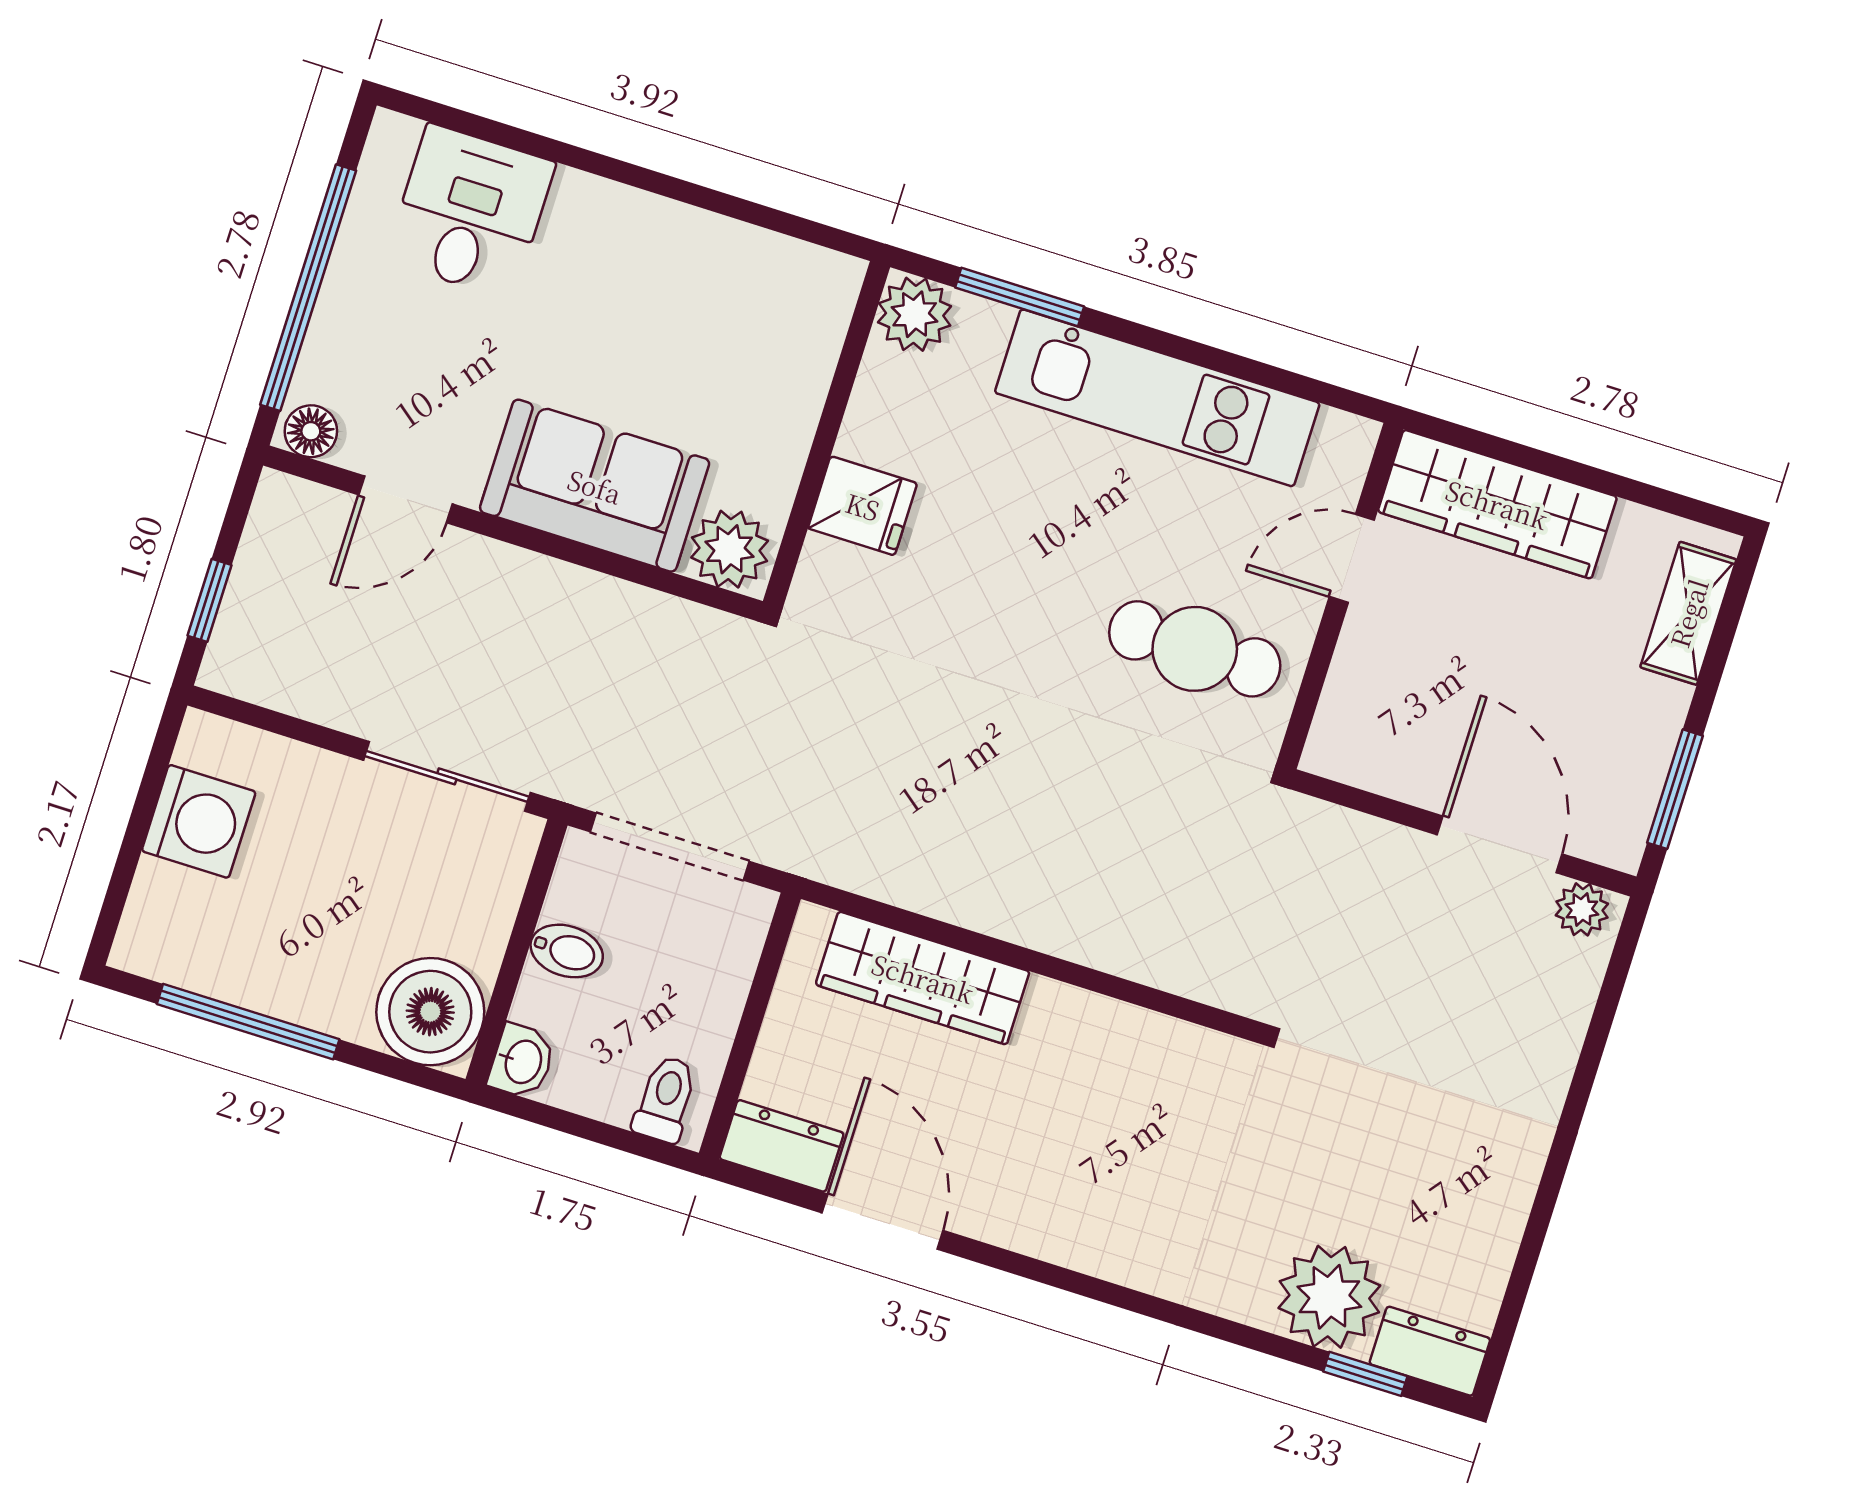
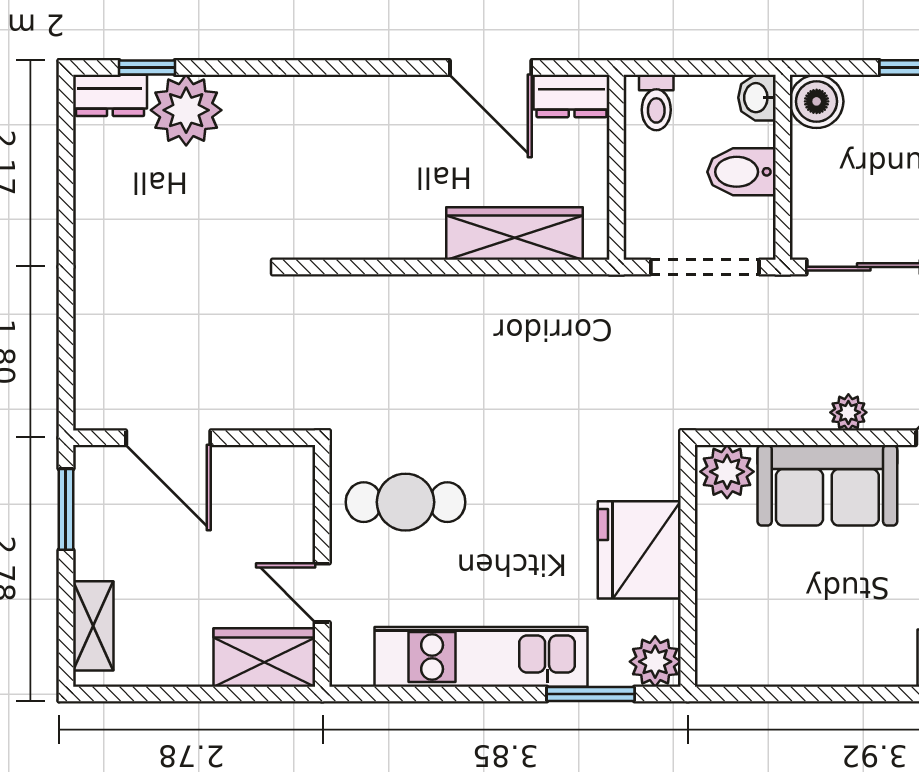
wardrobe: (1497, 504) -> (264, 658), width x0.67
fridge: (863, 506) -> (639, 550), width x1.88, depth x1.34
door: (1352, 558) -> (322, 593), swing flipped
plant: (1582, 909) -> (848, 412), moved
bidet: (567, 951) -> (741, 172), width x1.38, depth x1.36
boiler: (430, 1012) -> (817, 101), width x0.73, depth x0.73

